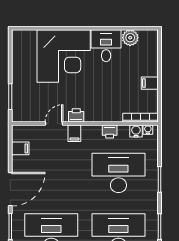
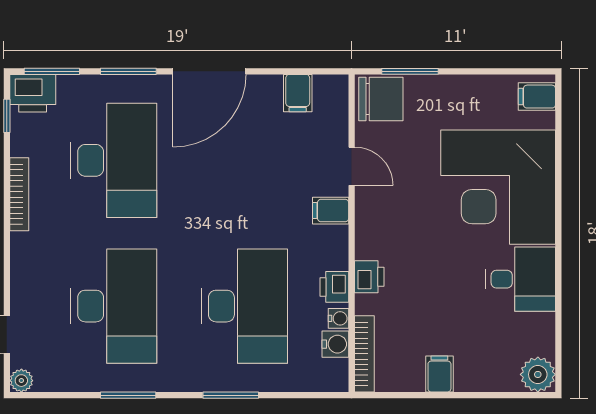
filing cabinet: (22, 38) -> (537, 97), added
plant: (130, 38) -> (538, 374), moved
chair: (23, 110) -> (381, 99), added
printer: (76, 115) -> (369, 277), moved
water cooler: (148, 130) -> (338, 318), moved
door: (10, 189) -> (209, 71), hinge flipped

